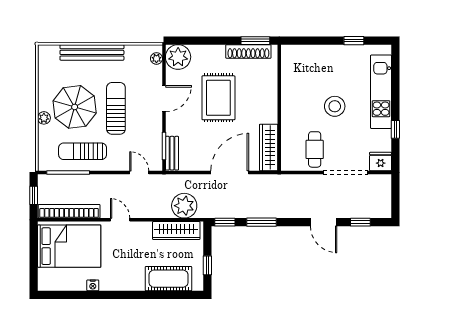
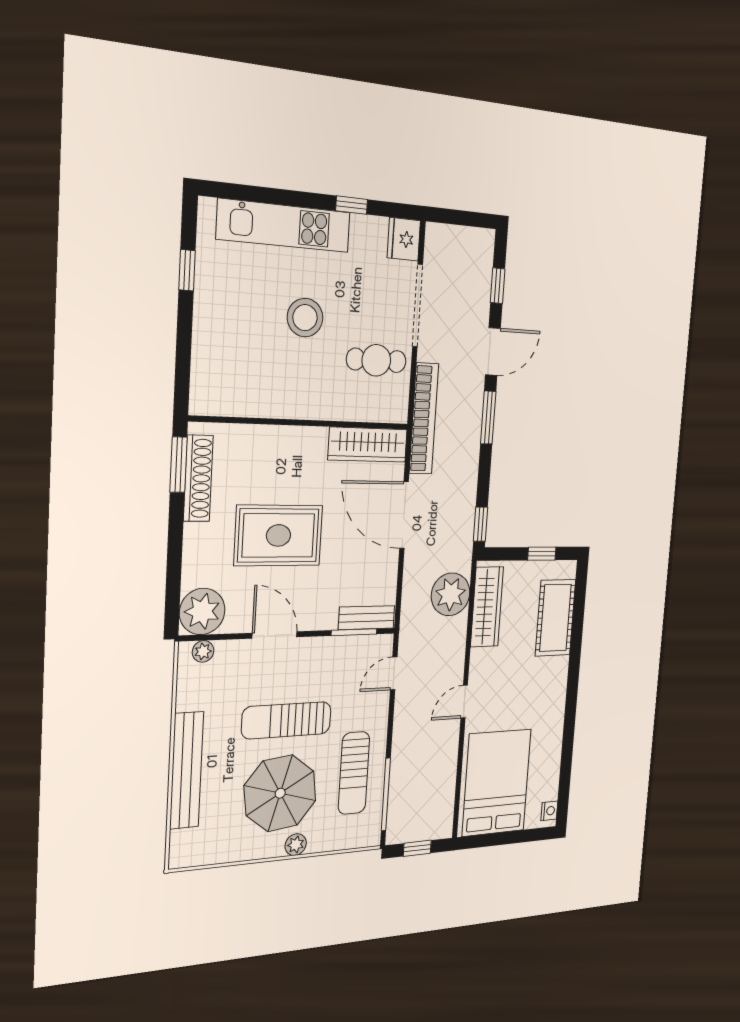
bookcase: (69, 211) -> (424, 419), moved, turned 180
window: (261, 222) -> (488, 418), moved
nightstand: (93, 285) -> (549, 811), moved

